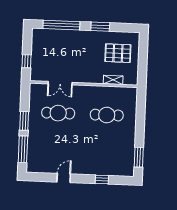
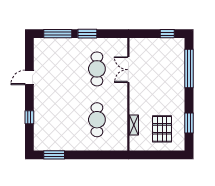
window: (100, 27) -> (189, 123), moved
window: (26, 61) -> (167, 34), moved
door: (64, 178) -> (29, 77), swing flipped

